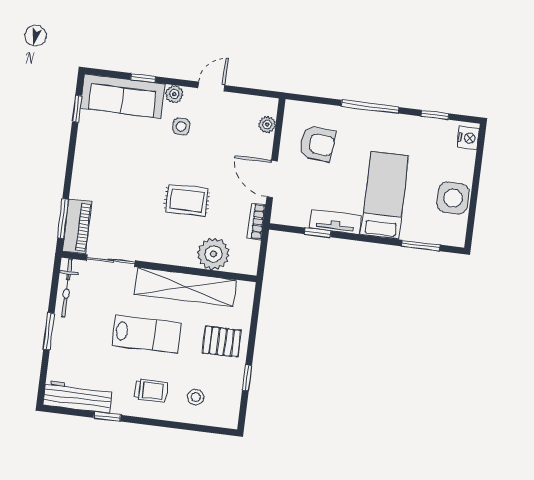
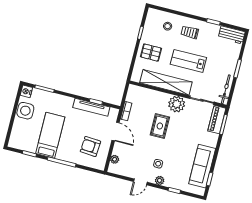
sofa: (123, 96) -> (202, 166), moved, turned -90
nightstand: (468, 138) -> (26, 91), moved
bed: (385, 195) -> (50, 135), moved, turned 180
rug: (187, 200) -> (160, 126), turned 90
tv unit: (335, 222) -> (91, 107), width x1.41
plant: (213, 254) -> (177, 104), moved
workbench: (78, 397) -> (232, 35), width x0.73

